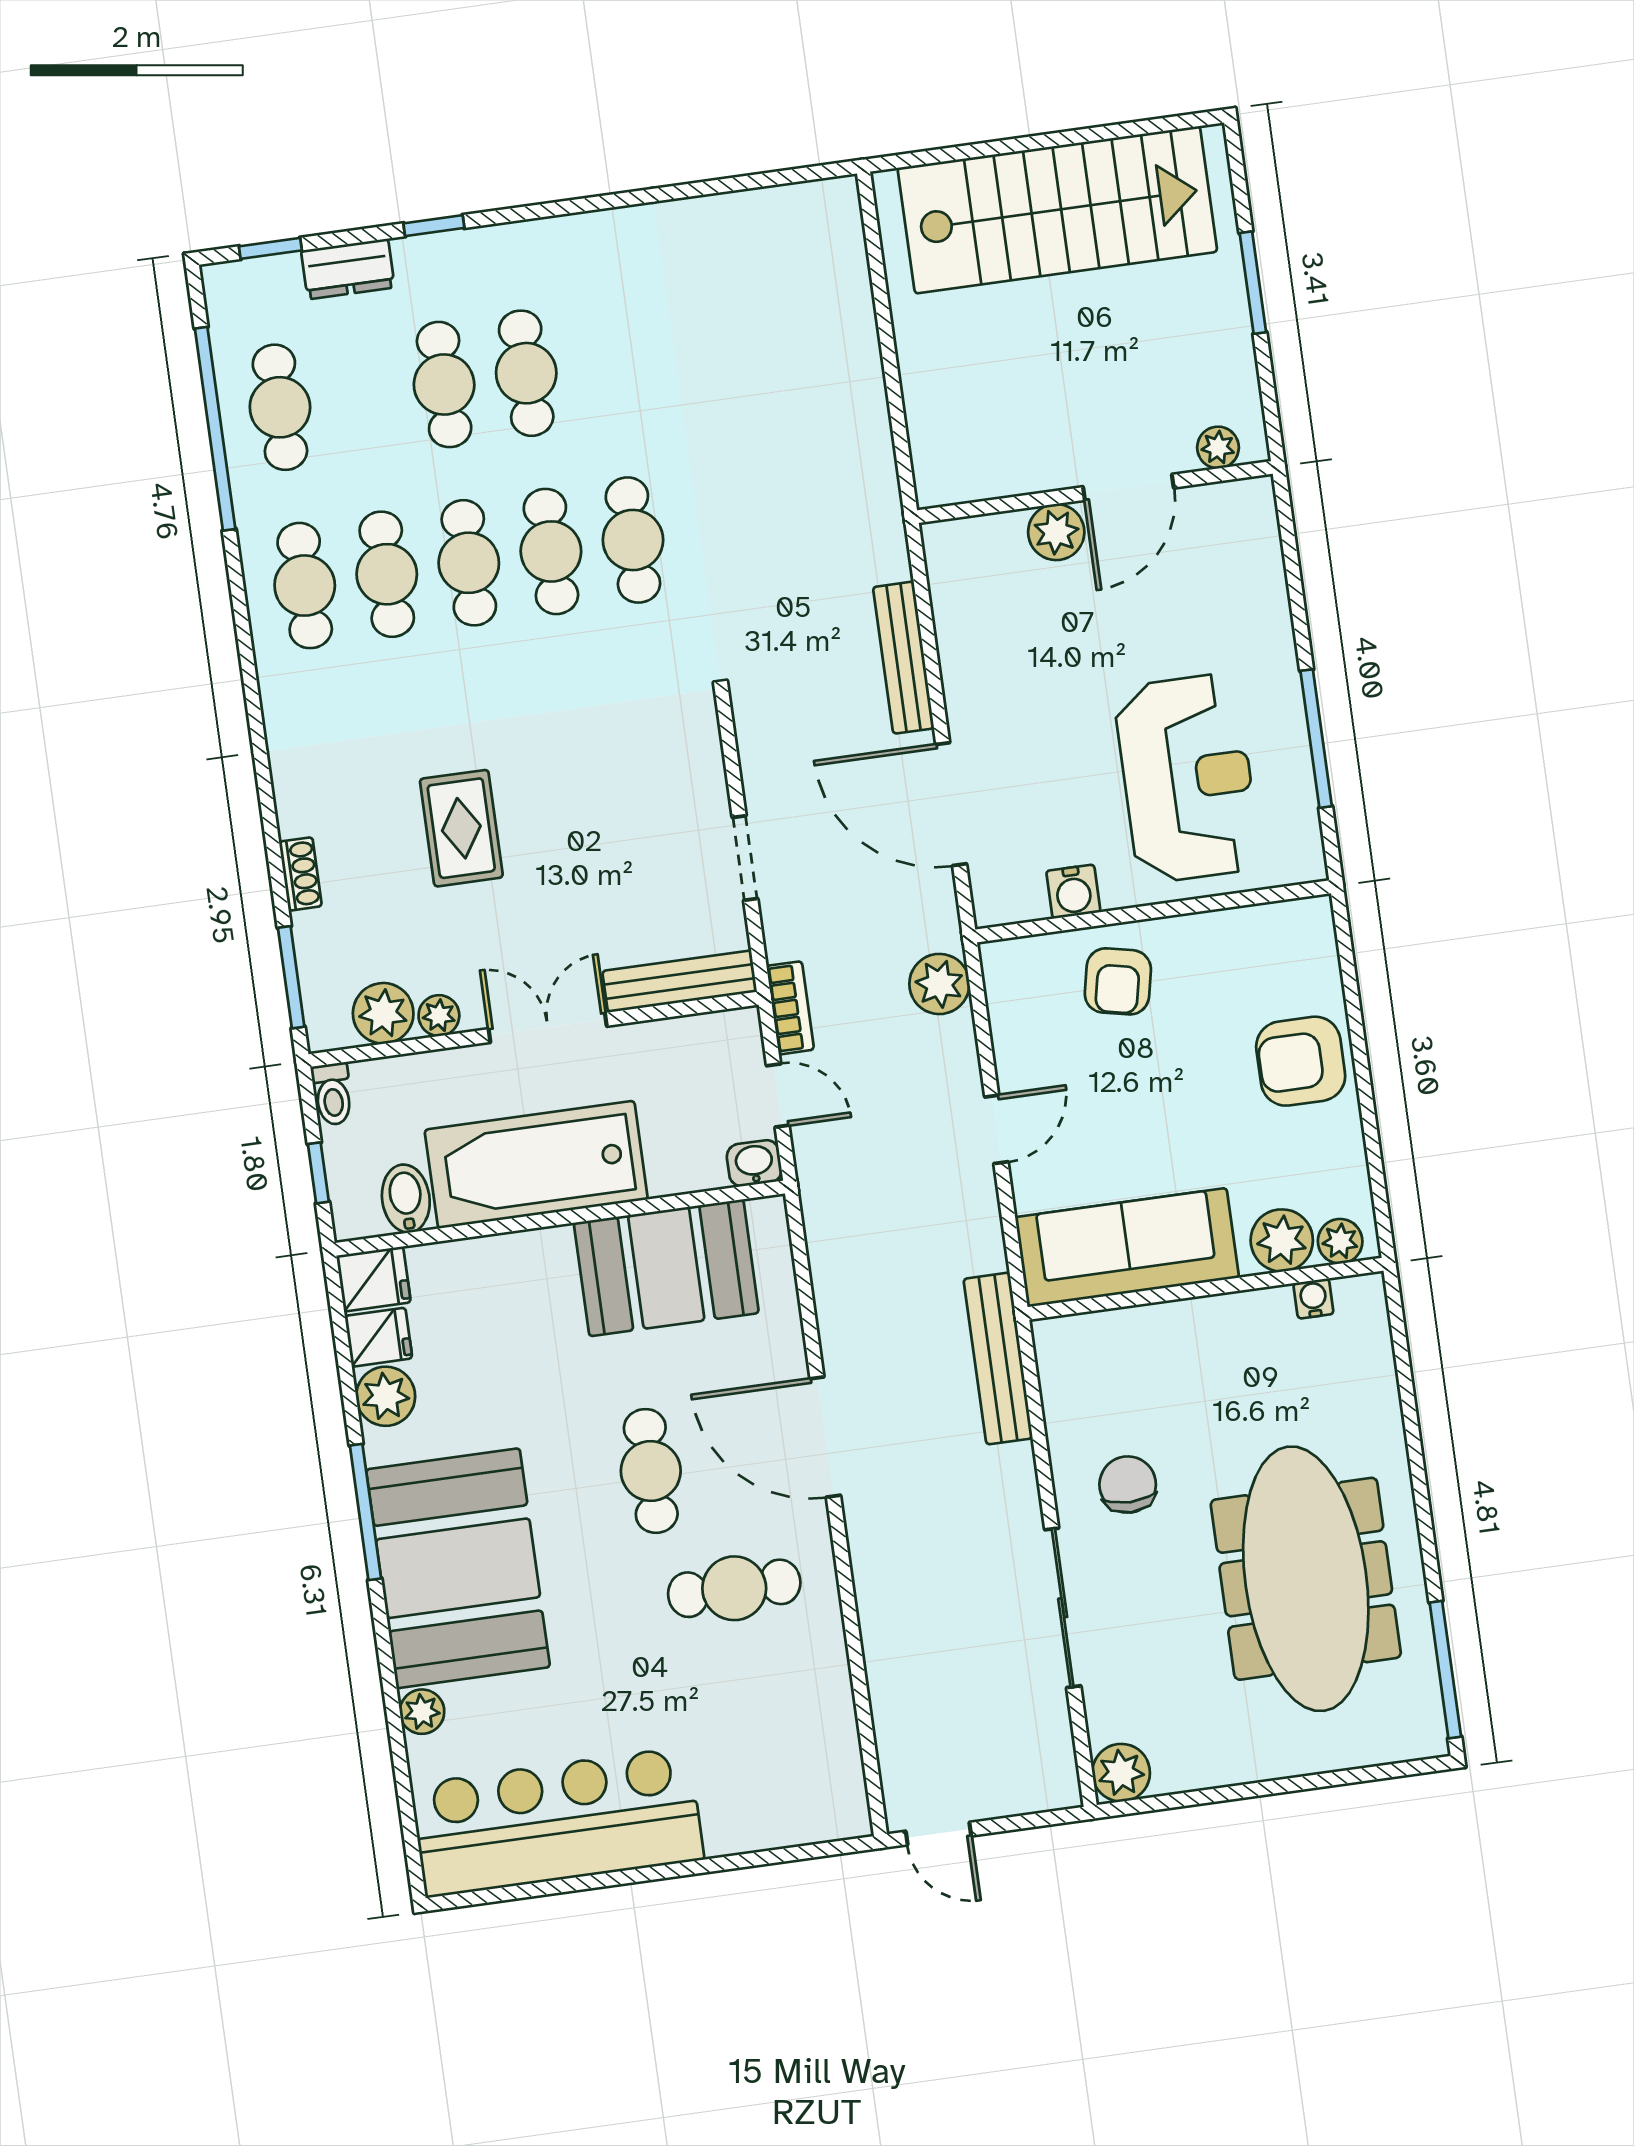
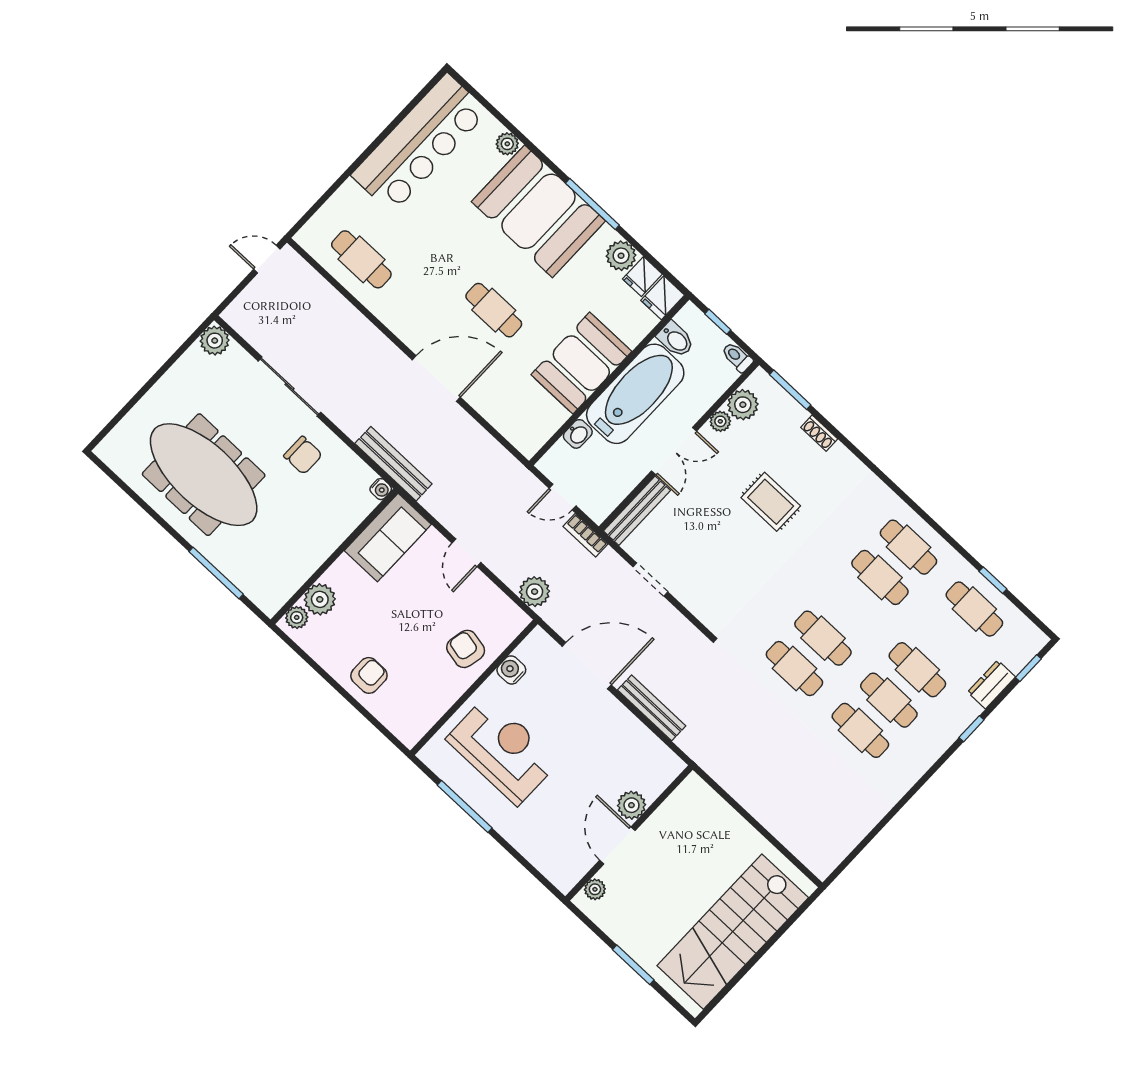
window: (215, 429) -> (993, 580), width x0.32
cafe table: (469, 563) -> (860, 730), moved
reception desk: (1187, 778) -> (503, 750), turned 180
armchair: (1301, 1061) -> (369, 675), width x0.72, depth x0.72
washbasin: (754, 1163) -> (578, 434), moved
sofa: (1127, 1247) -> (388, 537), width x0.73
booth: (666, 1268) -> (581, 363), moved
water cooler: (1313, 1299) -> (381, 489), moved
cafe table: (734, 1588) -> (361, 259), moved, turned 90
window: (1445, 1670) -> (216, 573), moved

